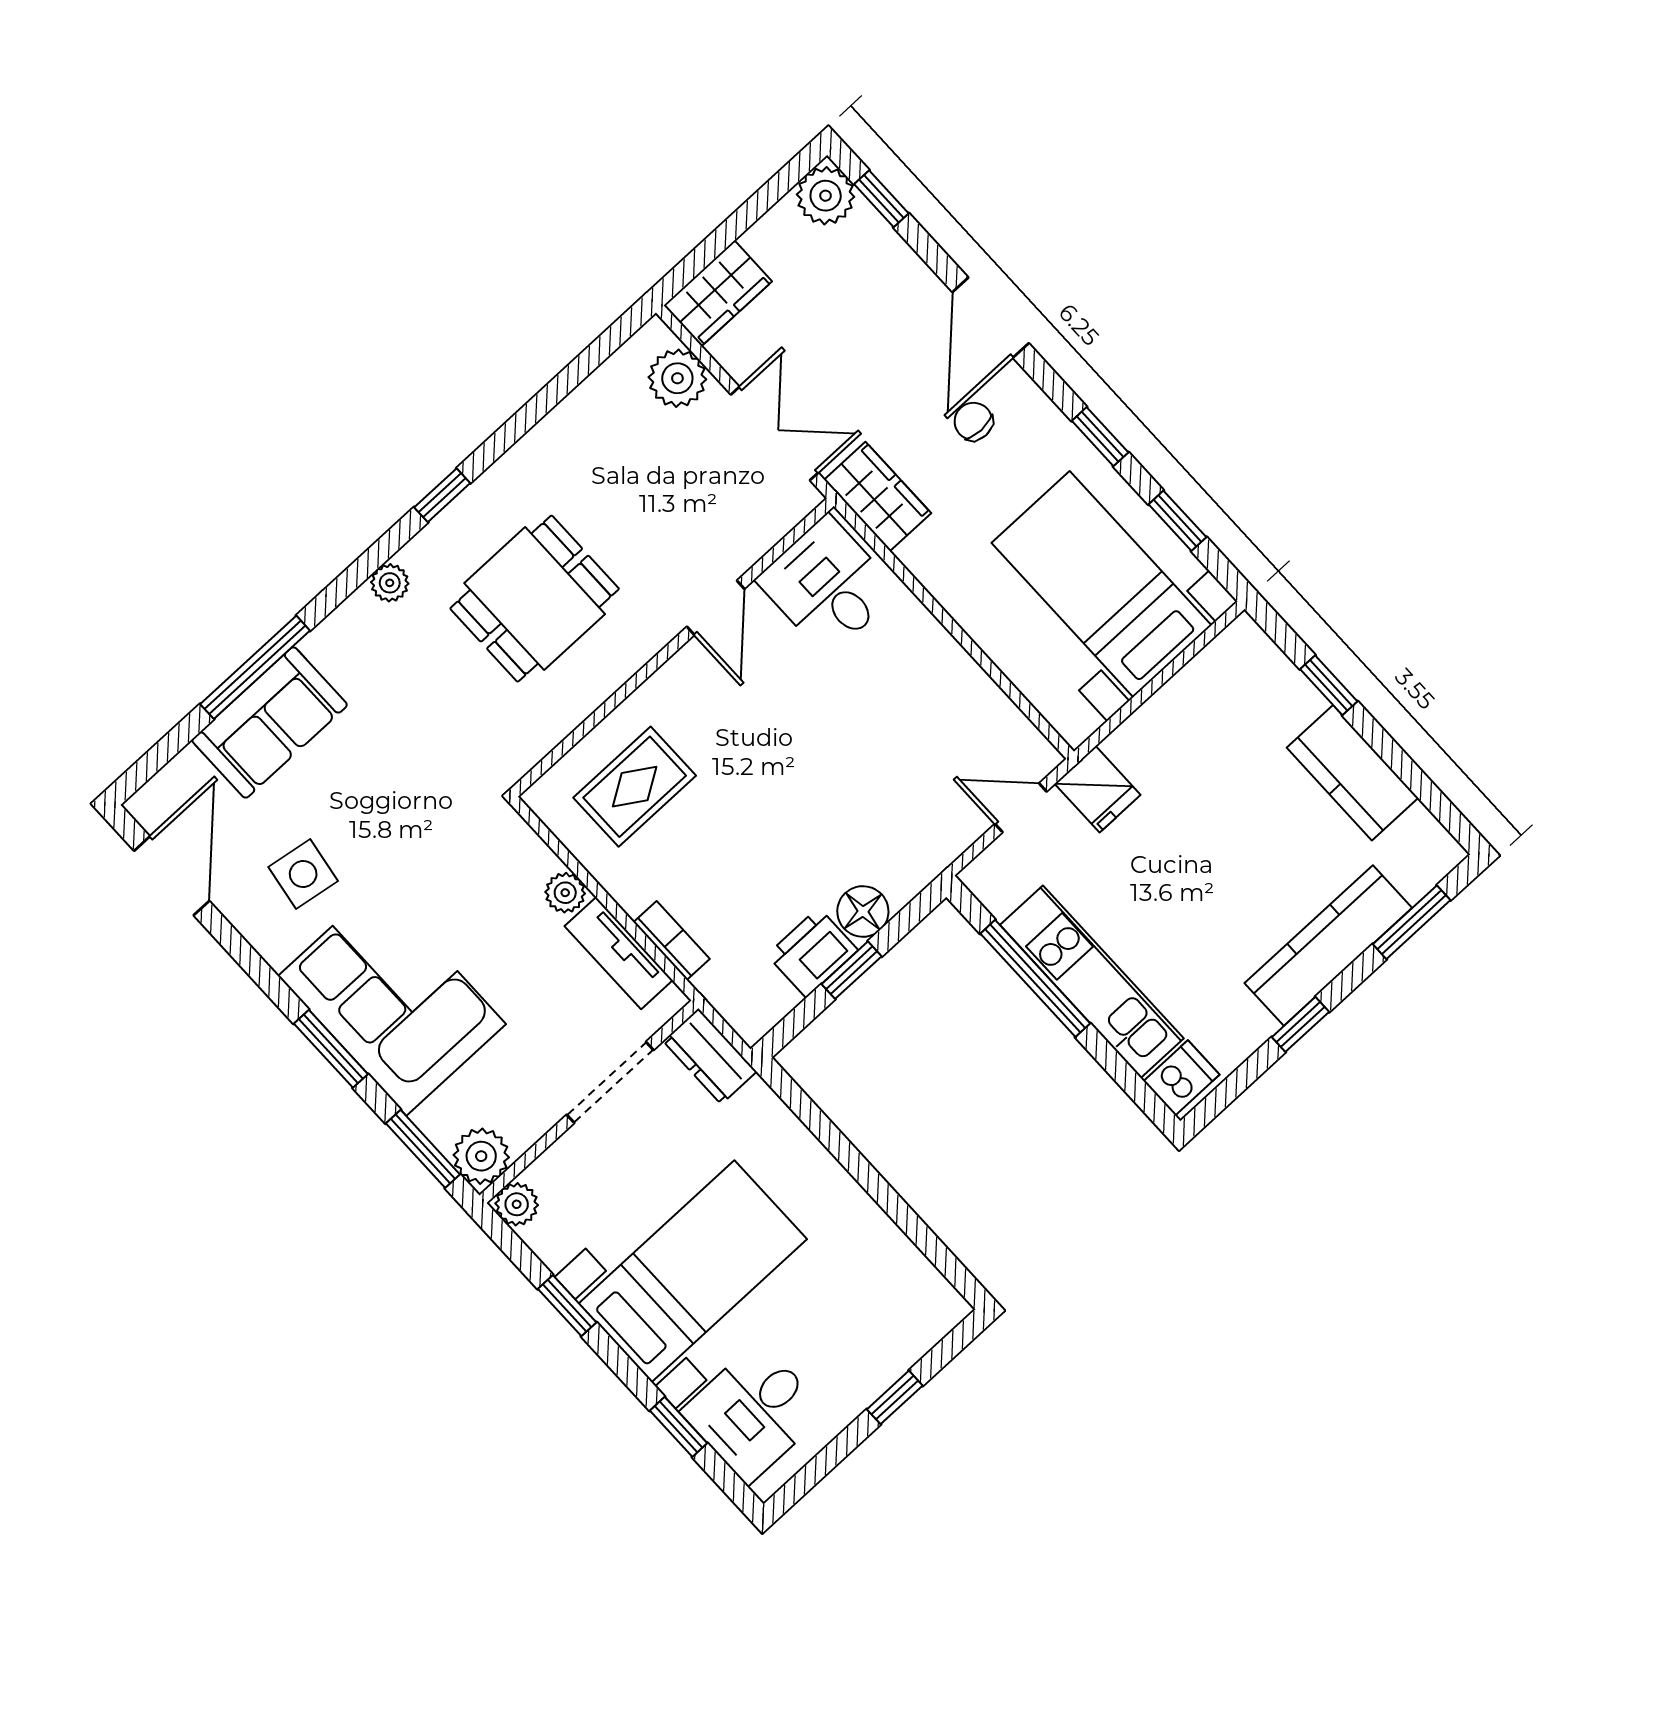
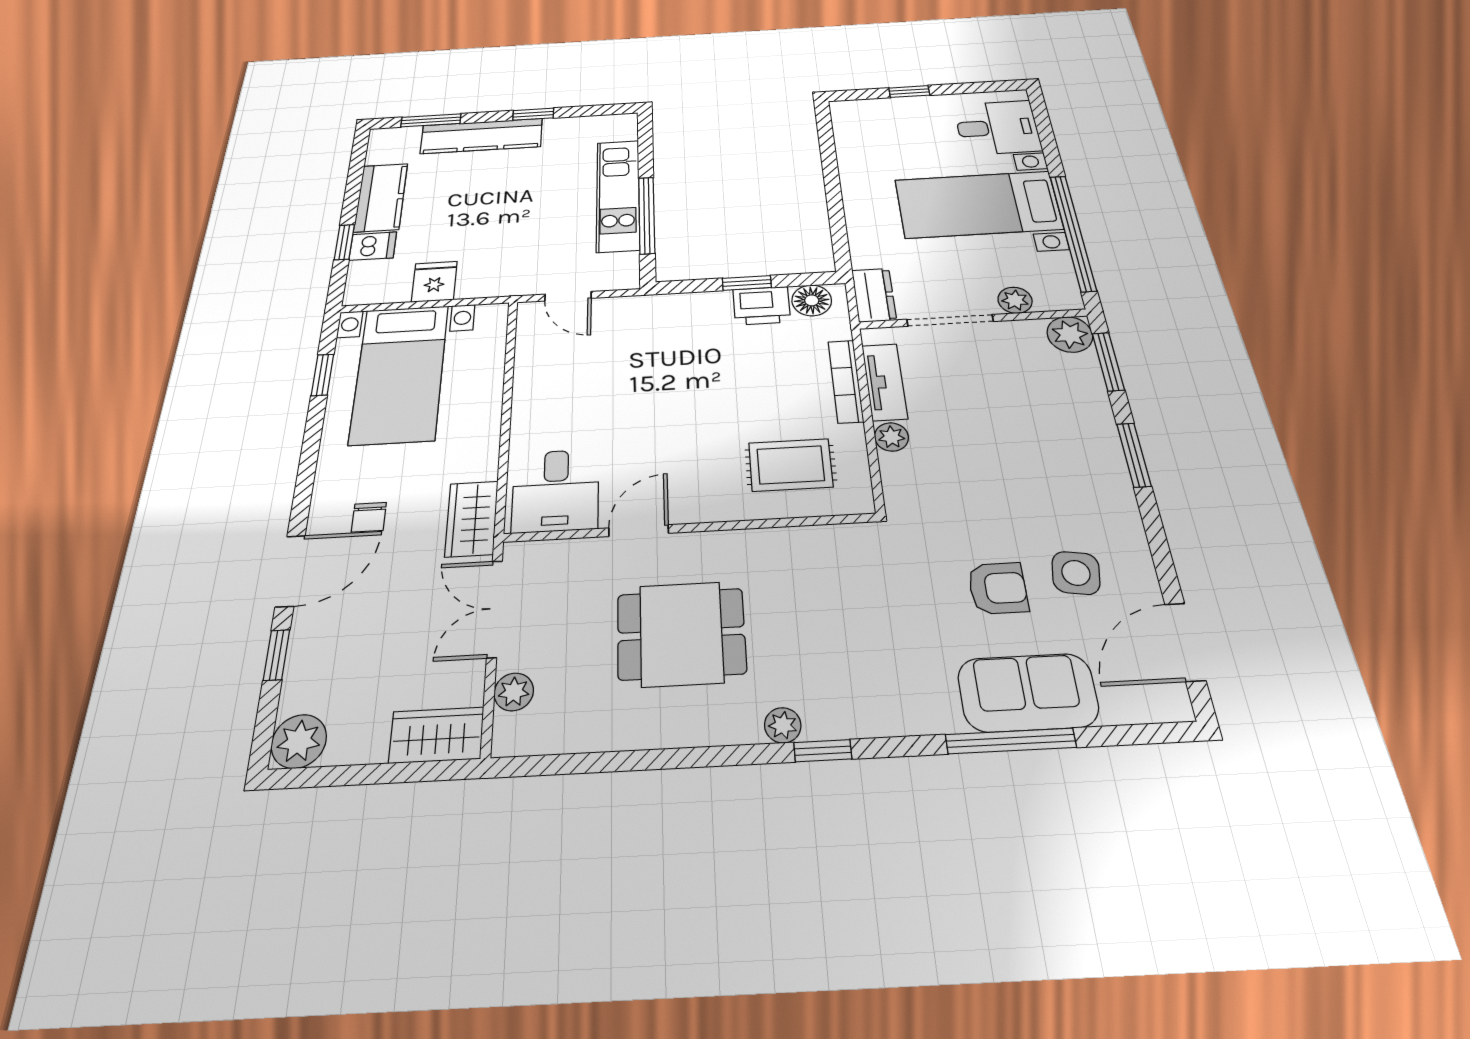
window: (881, 199) -> (277, 655), moved
plant: (677, 378) -> (514, 692), width x0.73, depth x0.73
window: (1100, 437) -> (310, 451), removed
window: (442, 495) -> (823, 751), moved
plant: (390, 583) -> (783, 725), moved
dining table: (535, 599) -> (681, 634), moved
fridge: (1098, 789) -> (434, 282), moved
armchair: (359, 804) -> (998, 588), added
floor lamp: (863, 911) -> (812, 300), moved
bookcase: (672, 941) -> (846, 381), width x1.56
corner sofa: (392, 1000) -> (1066, 455), removed
dishwasher: (1181, 1078) -> (373, 246), moved, turned 180
plant: (517, 1204) -> (1015, 300), moved
window: (567, 1306) -> (1073, 232), width x3.17
window: (679, 1427) -> (1049, 145), removed

